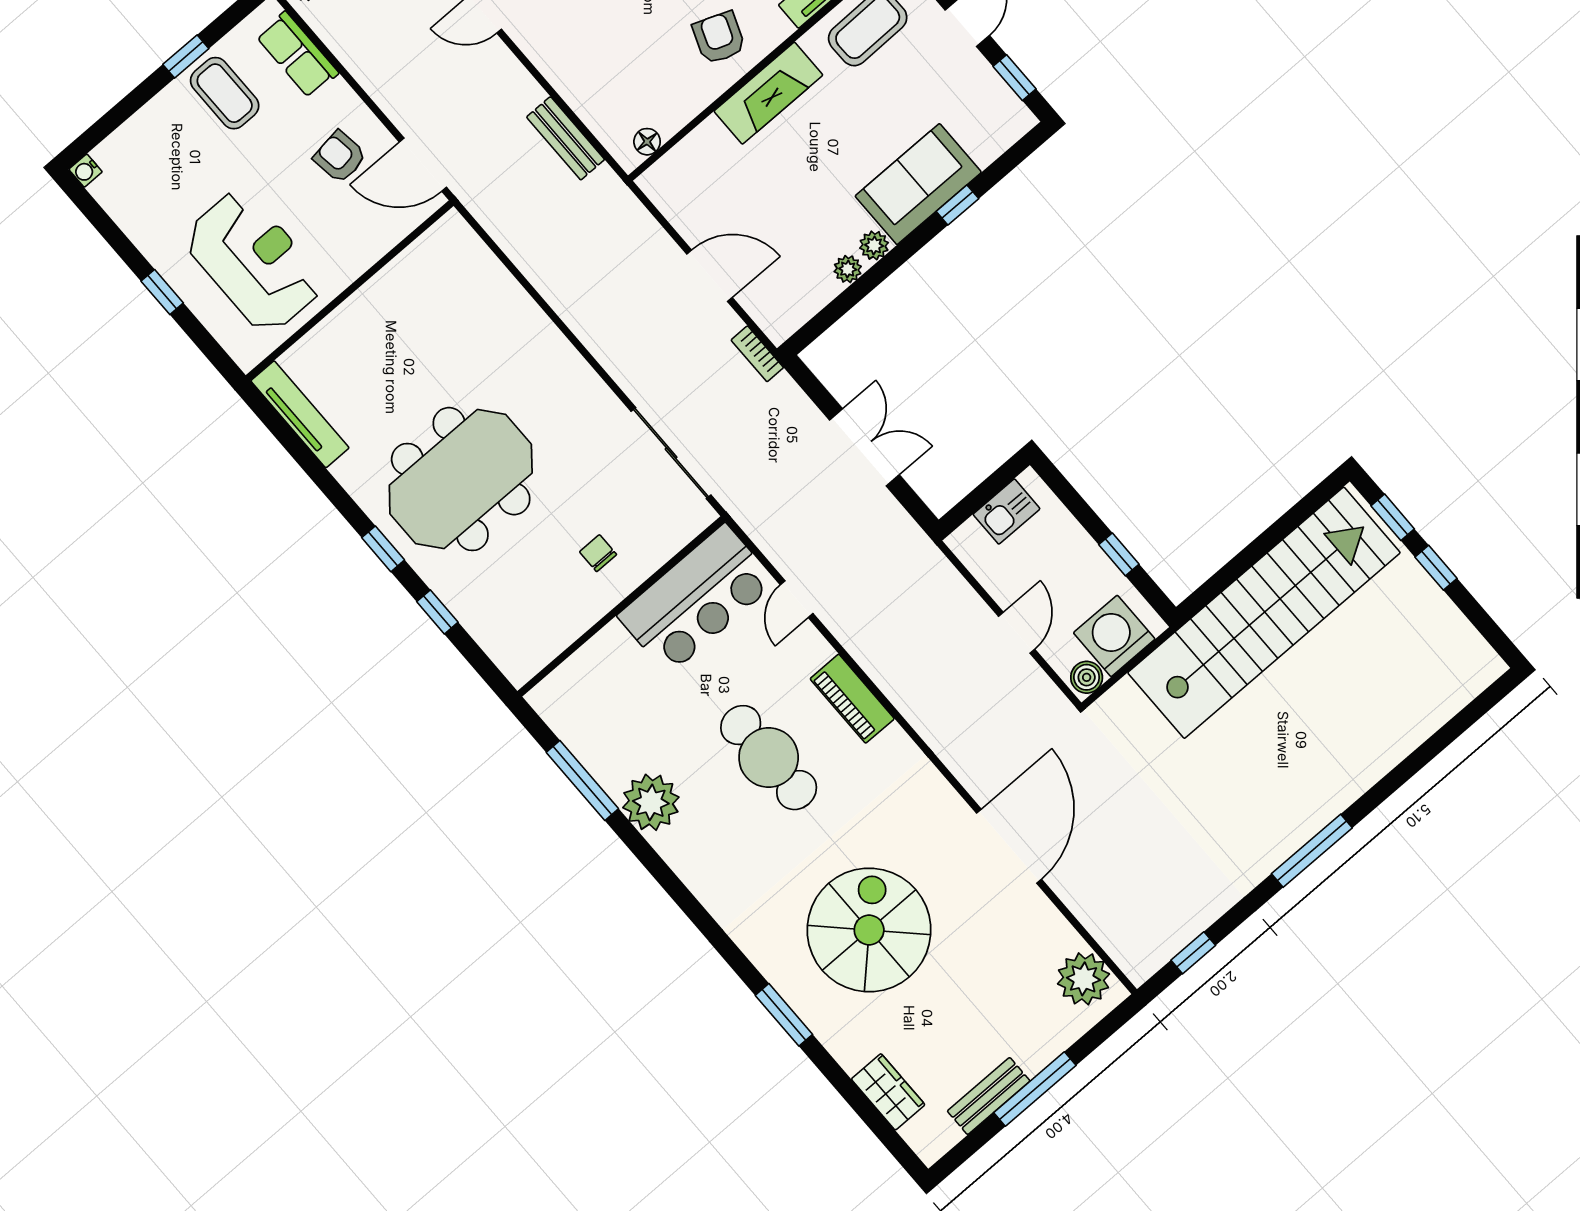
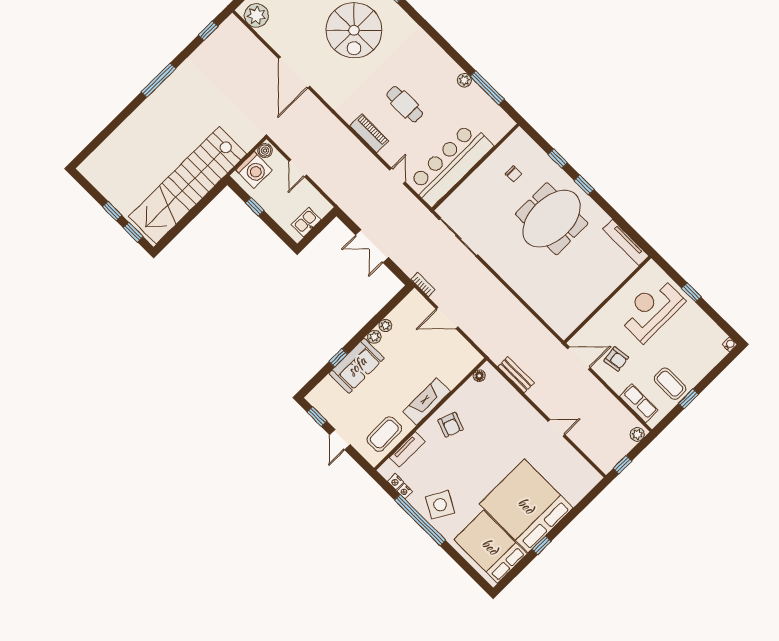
reception desk: (254, 261) -> (651, 309), turned 90
chair: (598, 553) -> (514, 174), moved
bar counter: (697, 599) -> (450, 164), width x1.36
cafe table: (769, 758) -> (405, 104), width x0.73, depth x0.74
plant: (651, 802) -> (464, 80), width x0.53, depth x0.53

